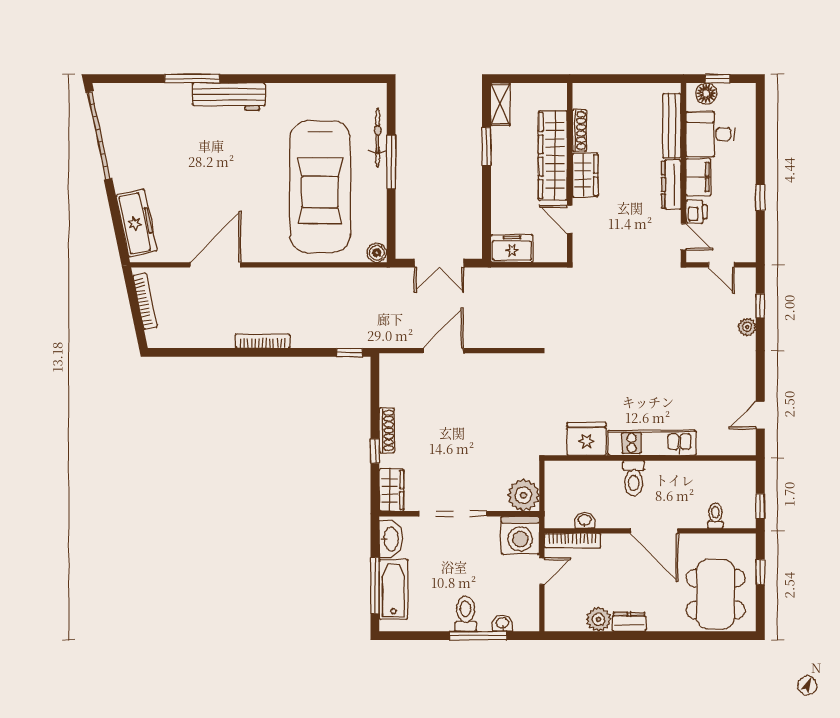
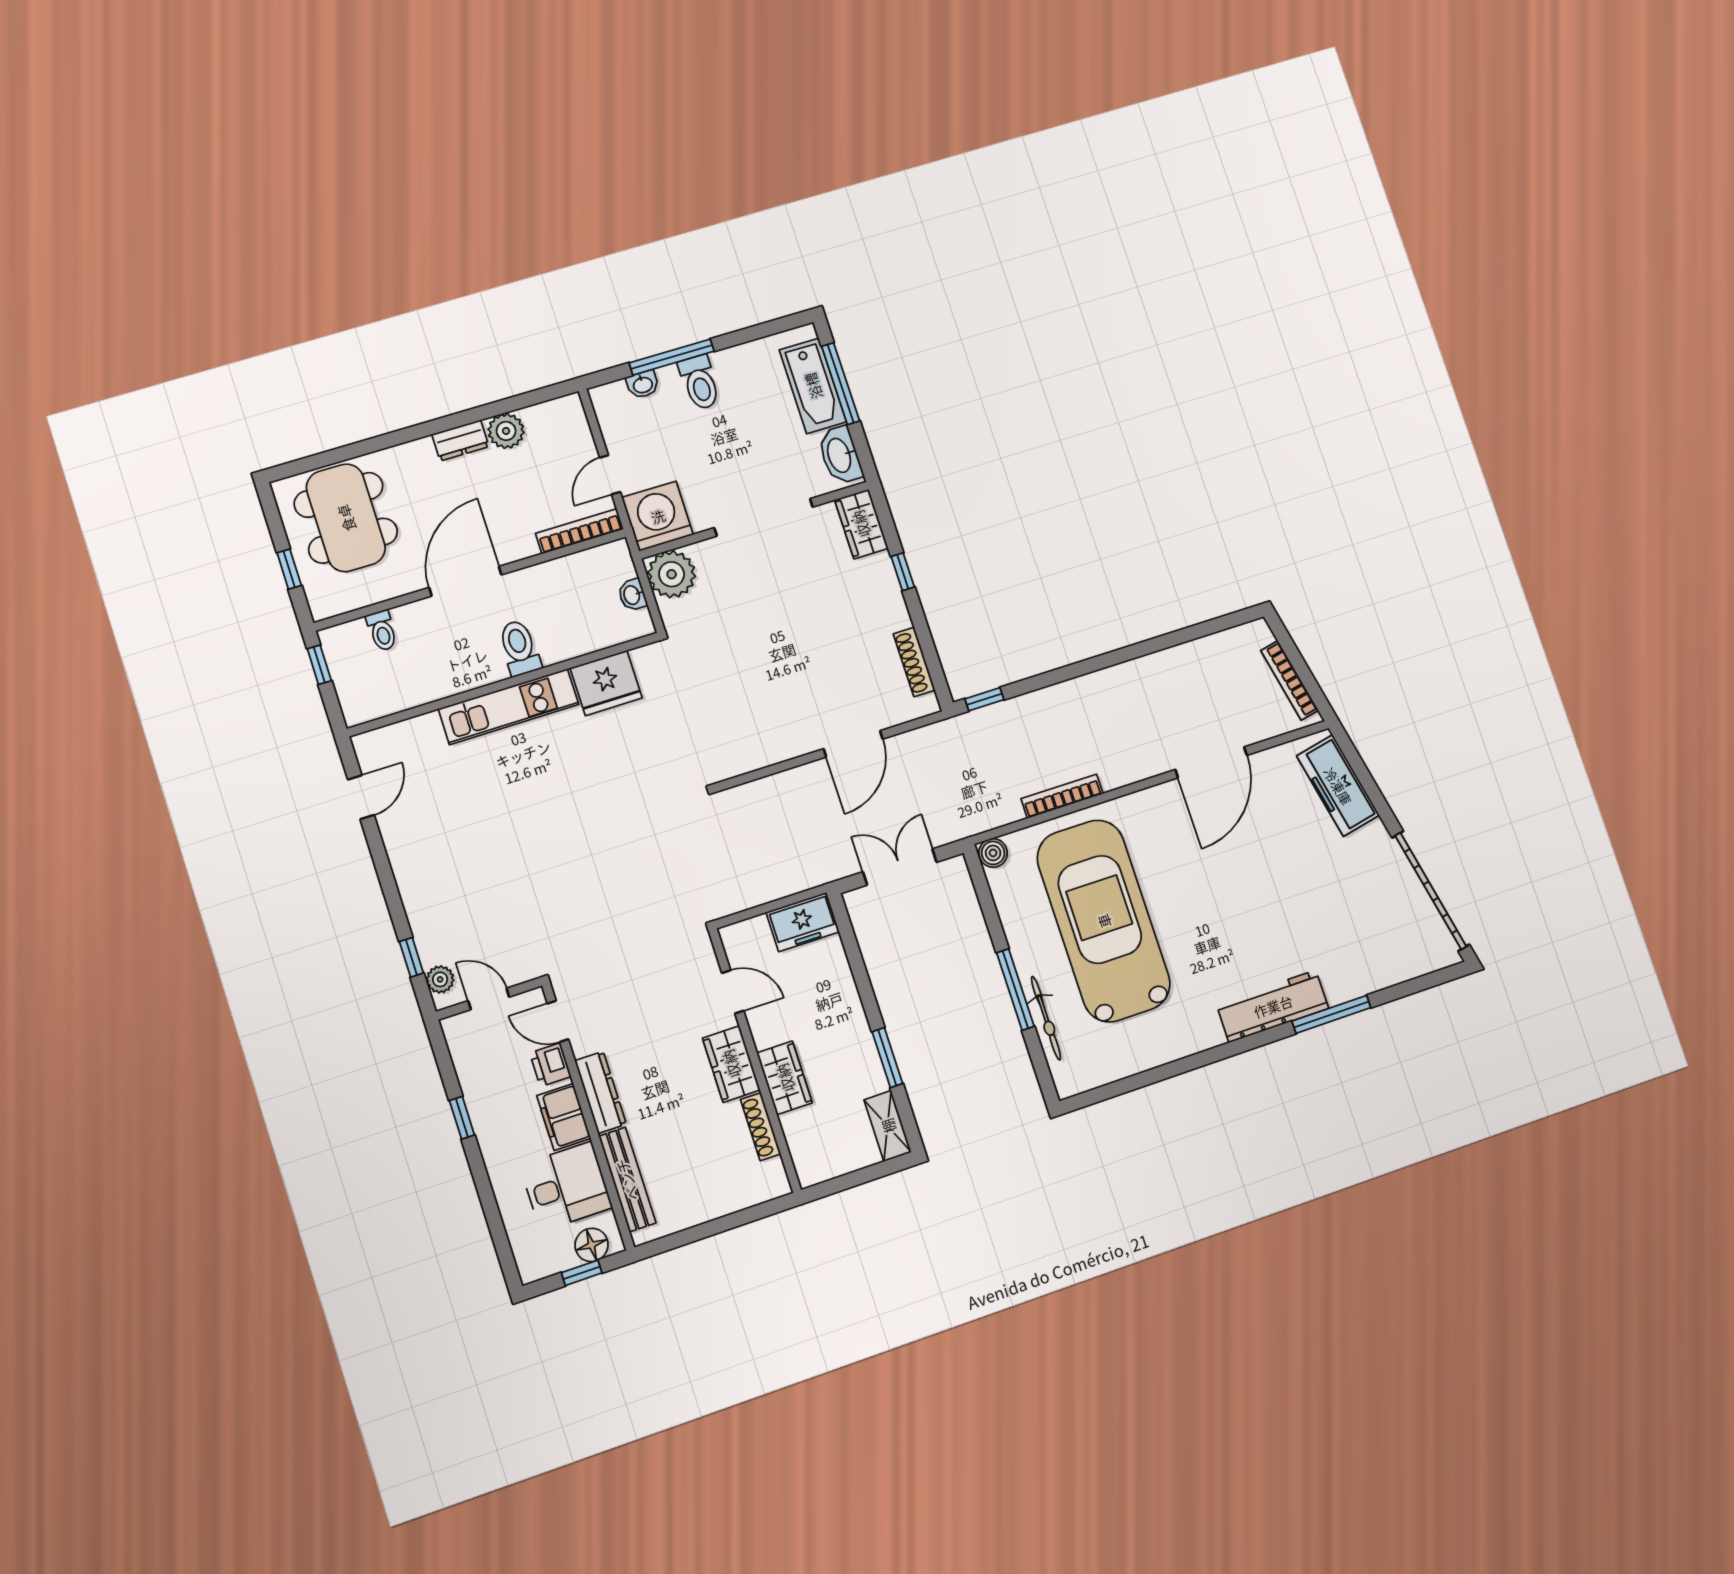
wardrobe: (553, 155) -> (785, 1078), width x0.48, depth x0.85
plant: (747, 327) -> (440, 979), moved
bookcase: (263, 341) -> (1062, 796), moved, turned 180
shoe rack: (387, 430) -> (914, 662), moved
washbasin: (585, 520) -> (632, 595), moved, turned 90
door: (654, 531) -> (465, 581), hinge flipped

